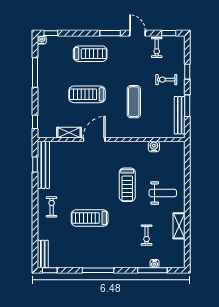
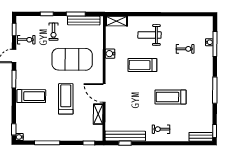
treadmill: (90, 54) -> (31, 96), turned 90
treadmill: (87, 94) -> (66, 99), turned 180
exercise mat: (134, 102) -> (72, 59), width x2.00, depth x1.45
water cooler: (154, 147) -> (110, 54), moved
treadmill: (127, 185) -> (142, 65), turned 180
weight bench: (163, 193) -> (149, 35), turned -90
treadmill: (90, 218) -> (170, 97), turned 90
shelving: (179, 226) -> (116, 21), moved

